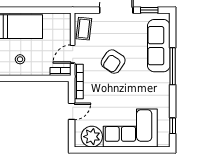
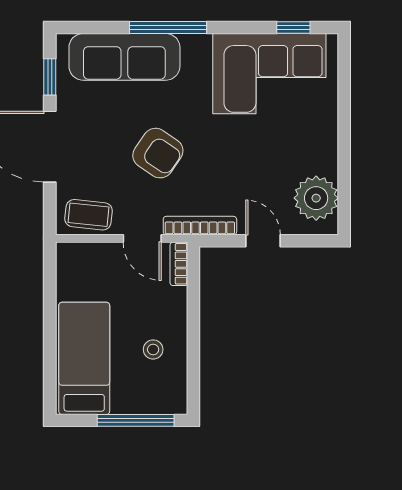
corner sofa: (130, 128) -> (269, 74), moved, turned -90

